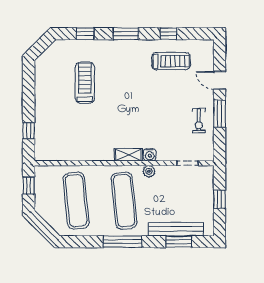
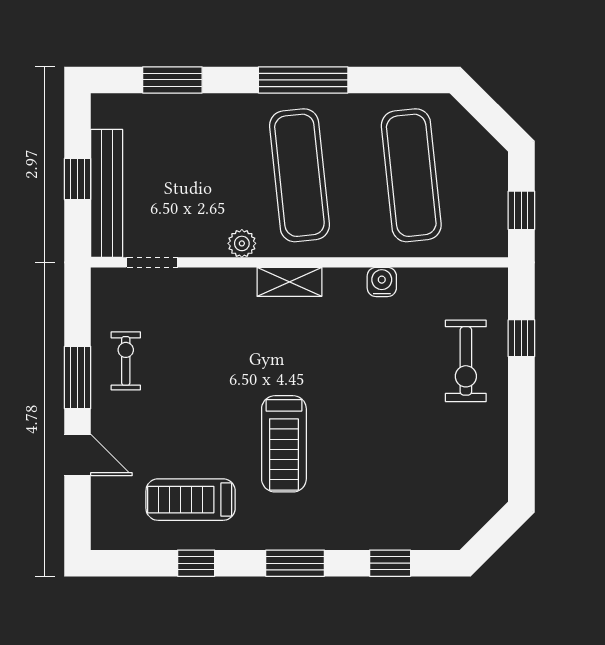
treadmill: (85, 83) -> (284, 444), moved
exercise bike: (52, 121) -> (466, 361), added
water cooler: (150, 155) -> (382, 282), moved
bench: (176, 229) -> (107, 193), moved, turned 90

